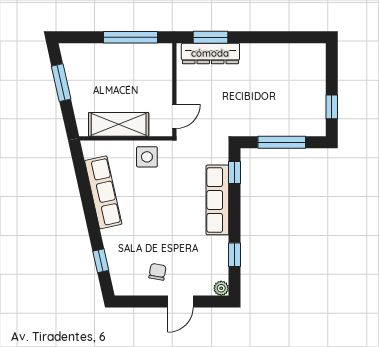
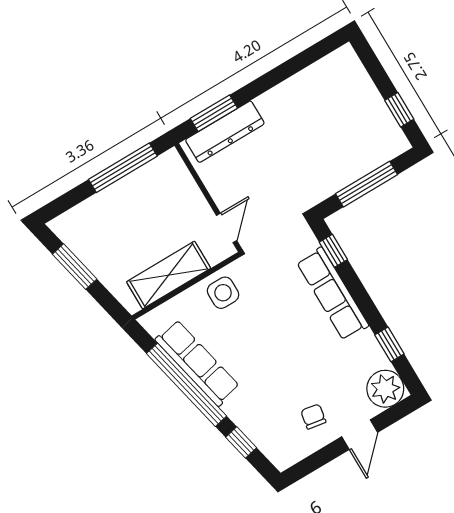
window: (88, 202) -> (187, 385), added
plant: (221, 288) -> (385, 389), width x1.87, depth x1.87

